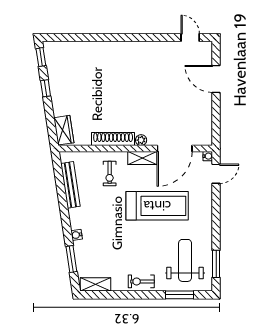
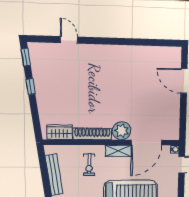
door: (190, 37) -> (69, 40), moved
wardrobe: (64, 130) -> (59, 132), moved, turned -81
plant: (141, 140) -> (122, 131), width x1.87, depth x1.87

